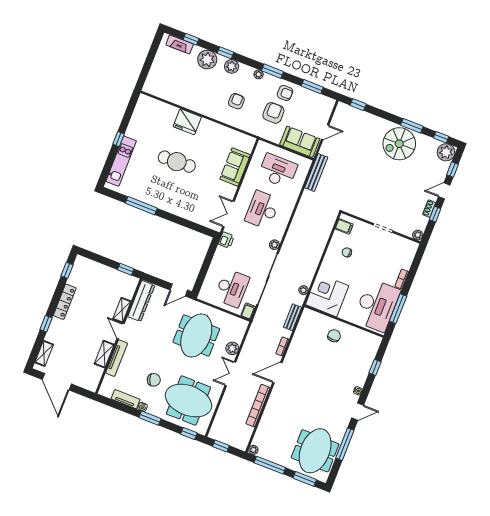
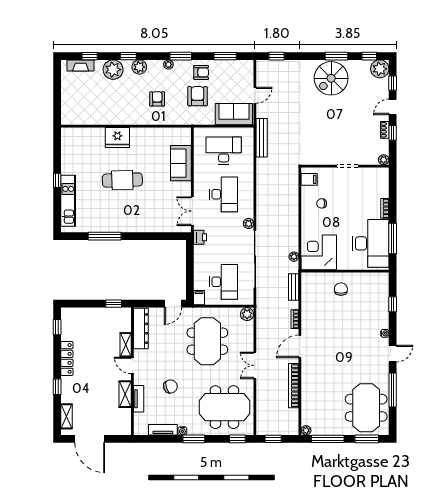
desk: (262, 210) -> (224, 194), turned 180
filing cabinet: (248, 311) -> (199, 298), moved
plant: (232, 348) -> (247, 314), moved
tv unit: (117, 358) -> (139, 399), width x0.71
chair: (154, 380) -> (170, 387), moved

